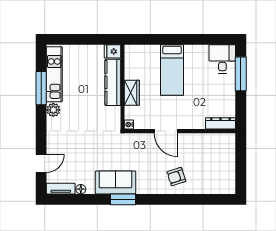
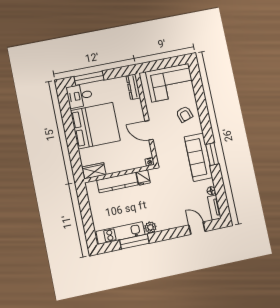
fridge: (112, 51) -> (143, 177), moved
bed: (172, 70) -> (95, 126), width x2.04
wardrobe: (132, 93) -> (94, 171), moved
door: (166, 131) -> (149, 130), swing flipped
corner sofa: (217, 168) -> (170, 83), added
sofa: (116, 182) -> (198, 157), width x1.36

